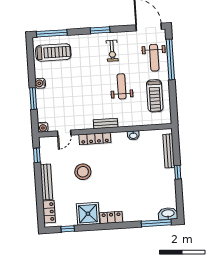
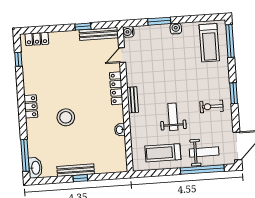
weight bench: (154, 58) -> (204, 152), turned 180
weight bench: (122, 86) -> (173, 117), turned -90
door: (64, 133) -> (122, 55), hinge flipped
bench: (169, 151) -> (76, 170), moved
window: (37, 155) -> (83, 27), moved
stool: (83, 172) -> (66, 117), moved
bench: (46, 182) -> (99, 34), moved
shower: (88, 214) -> (35, 81), removed

